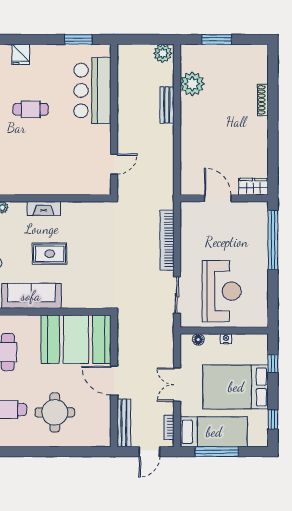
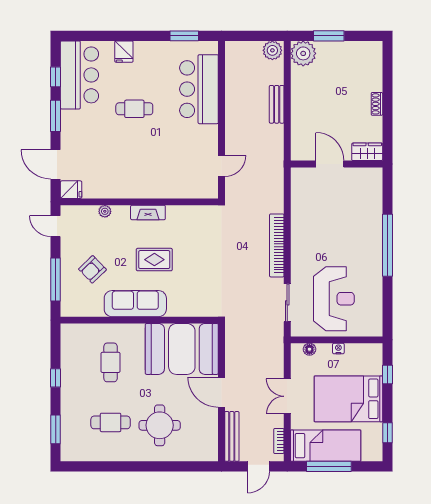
plant: (192, 84) -> (303, 53), moved
shoe rack: (263, 100) -> (377, 104), width x0.70
wardrobe: (254, 187) -> (367, 152), moved
door: (218, 198) -> (330, 164), moved
wall: (224, 198) -> (337, 164), moved

